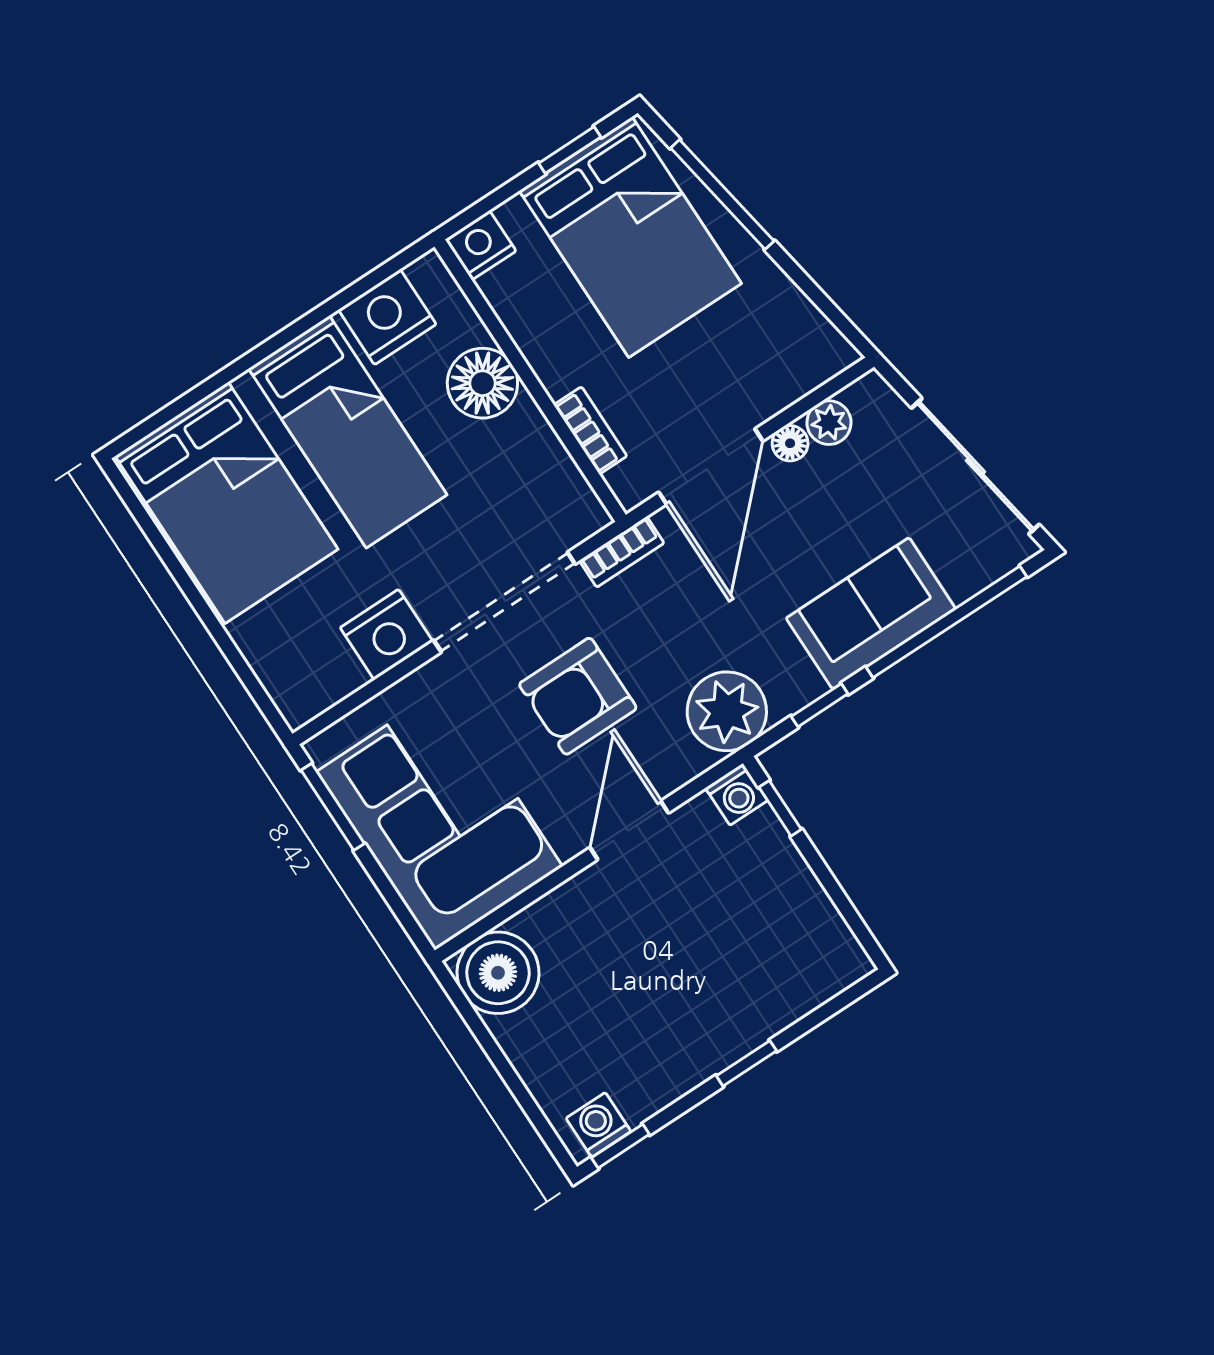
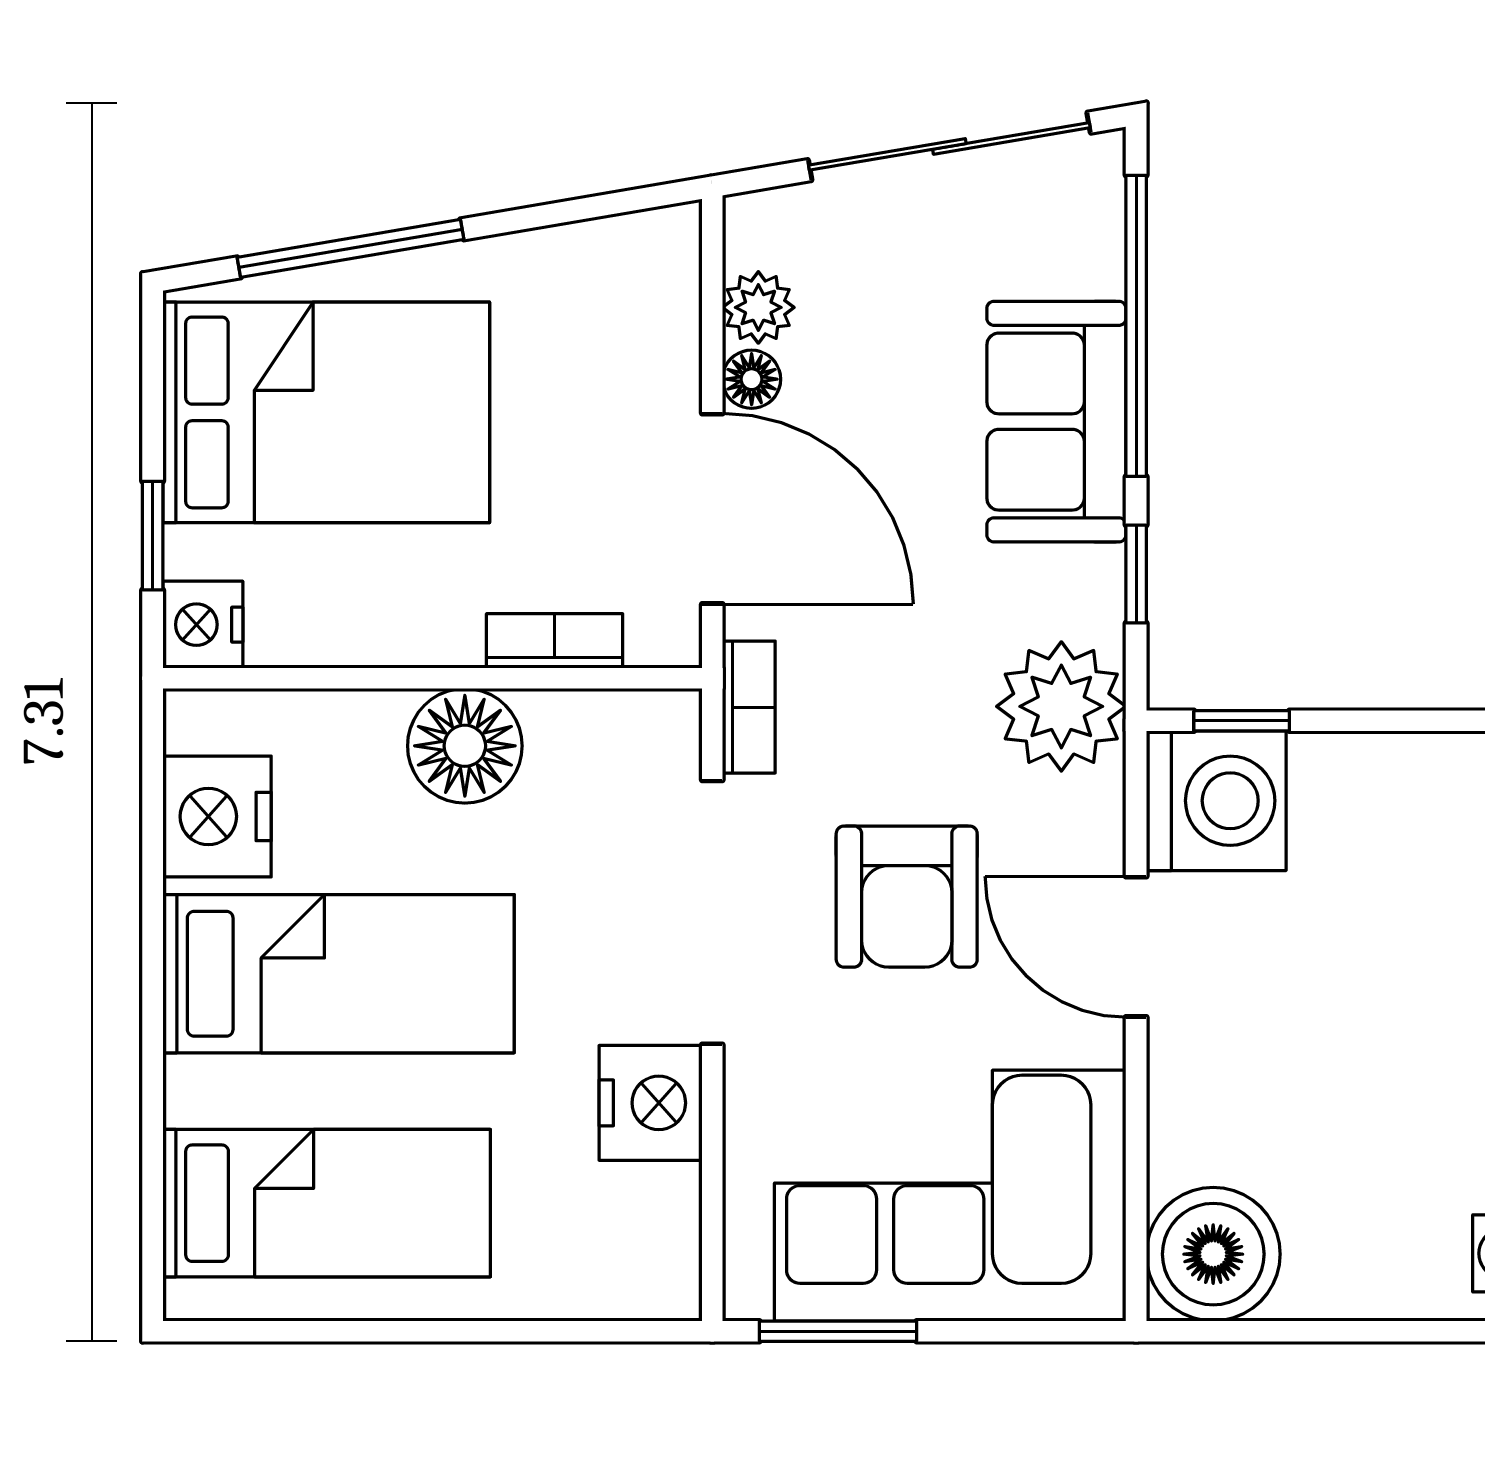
window: (570, 150) -> (153, 536), moved
floor lamp: (482, 383) -> (465, 746), moved
bed: (227, 503) -> (327, 1203), width x0.67
washing machine: (736, 794) -> (1216, 801), width x1.89, depth x1.89

